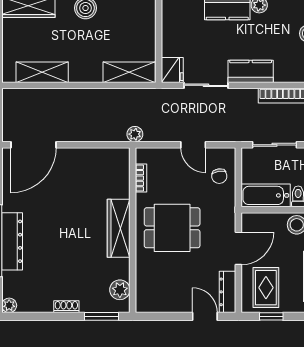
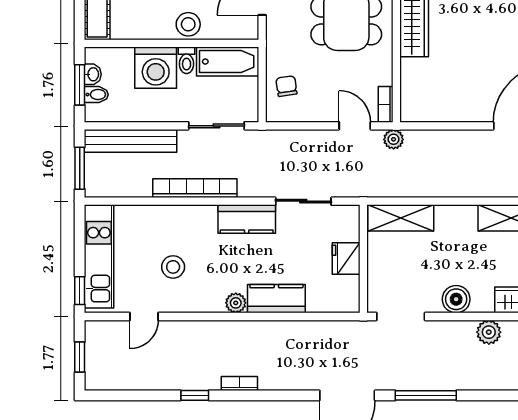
fridge: (172, 70) -> (346, 259), moved
door: (193, 145) -> (355, 126), moved
bookcase: (141, 178) -> (386, 104), moved

